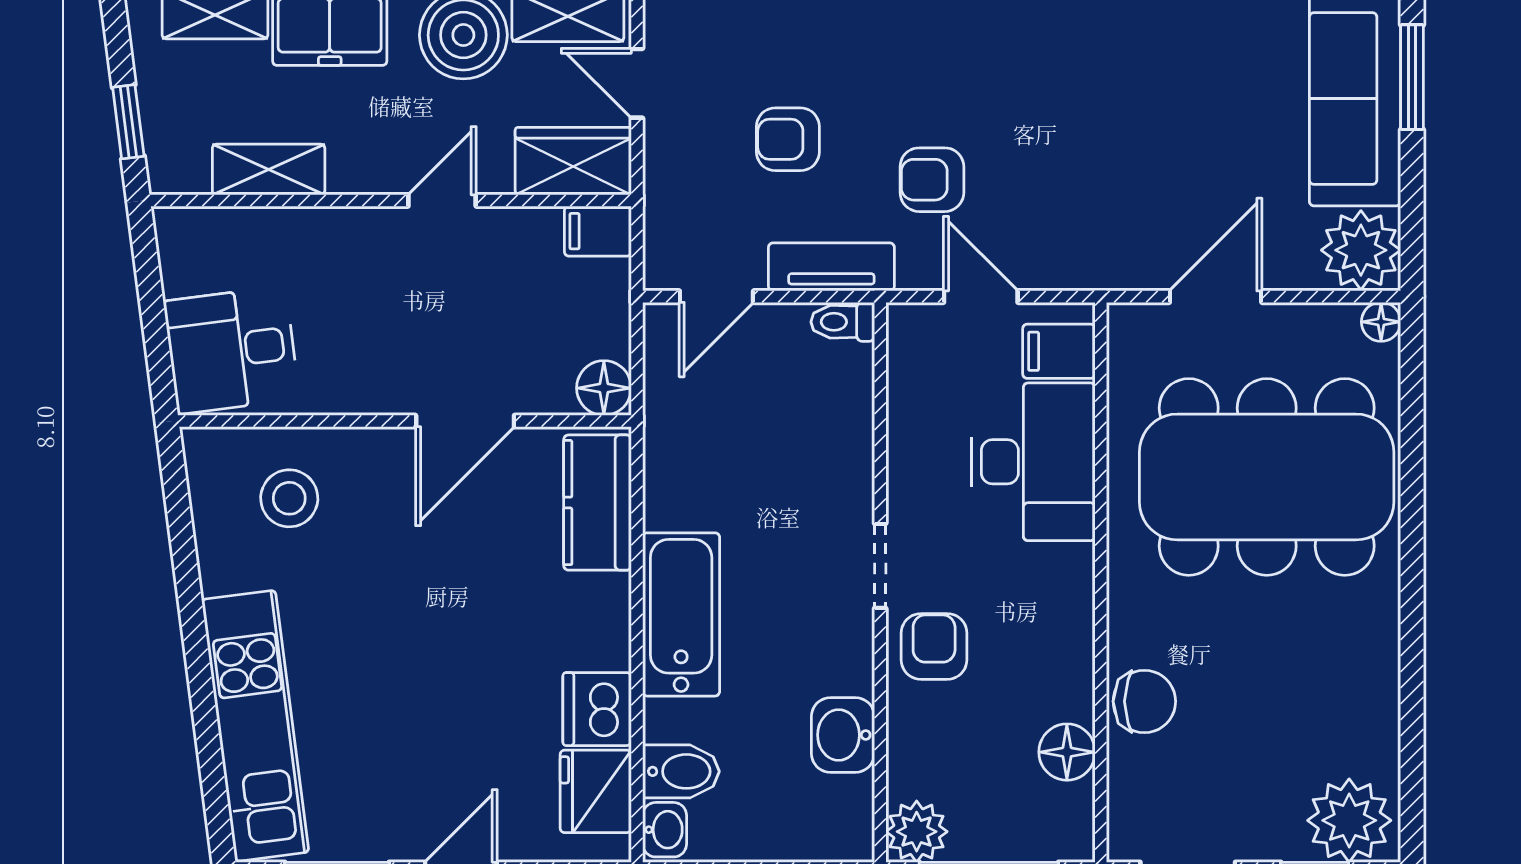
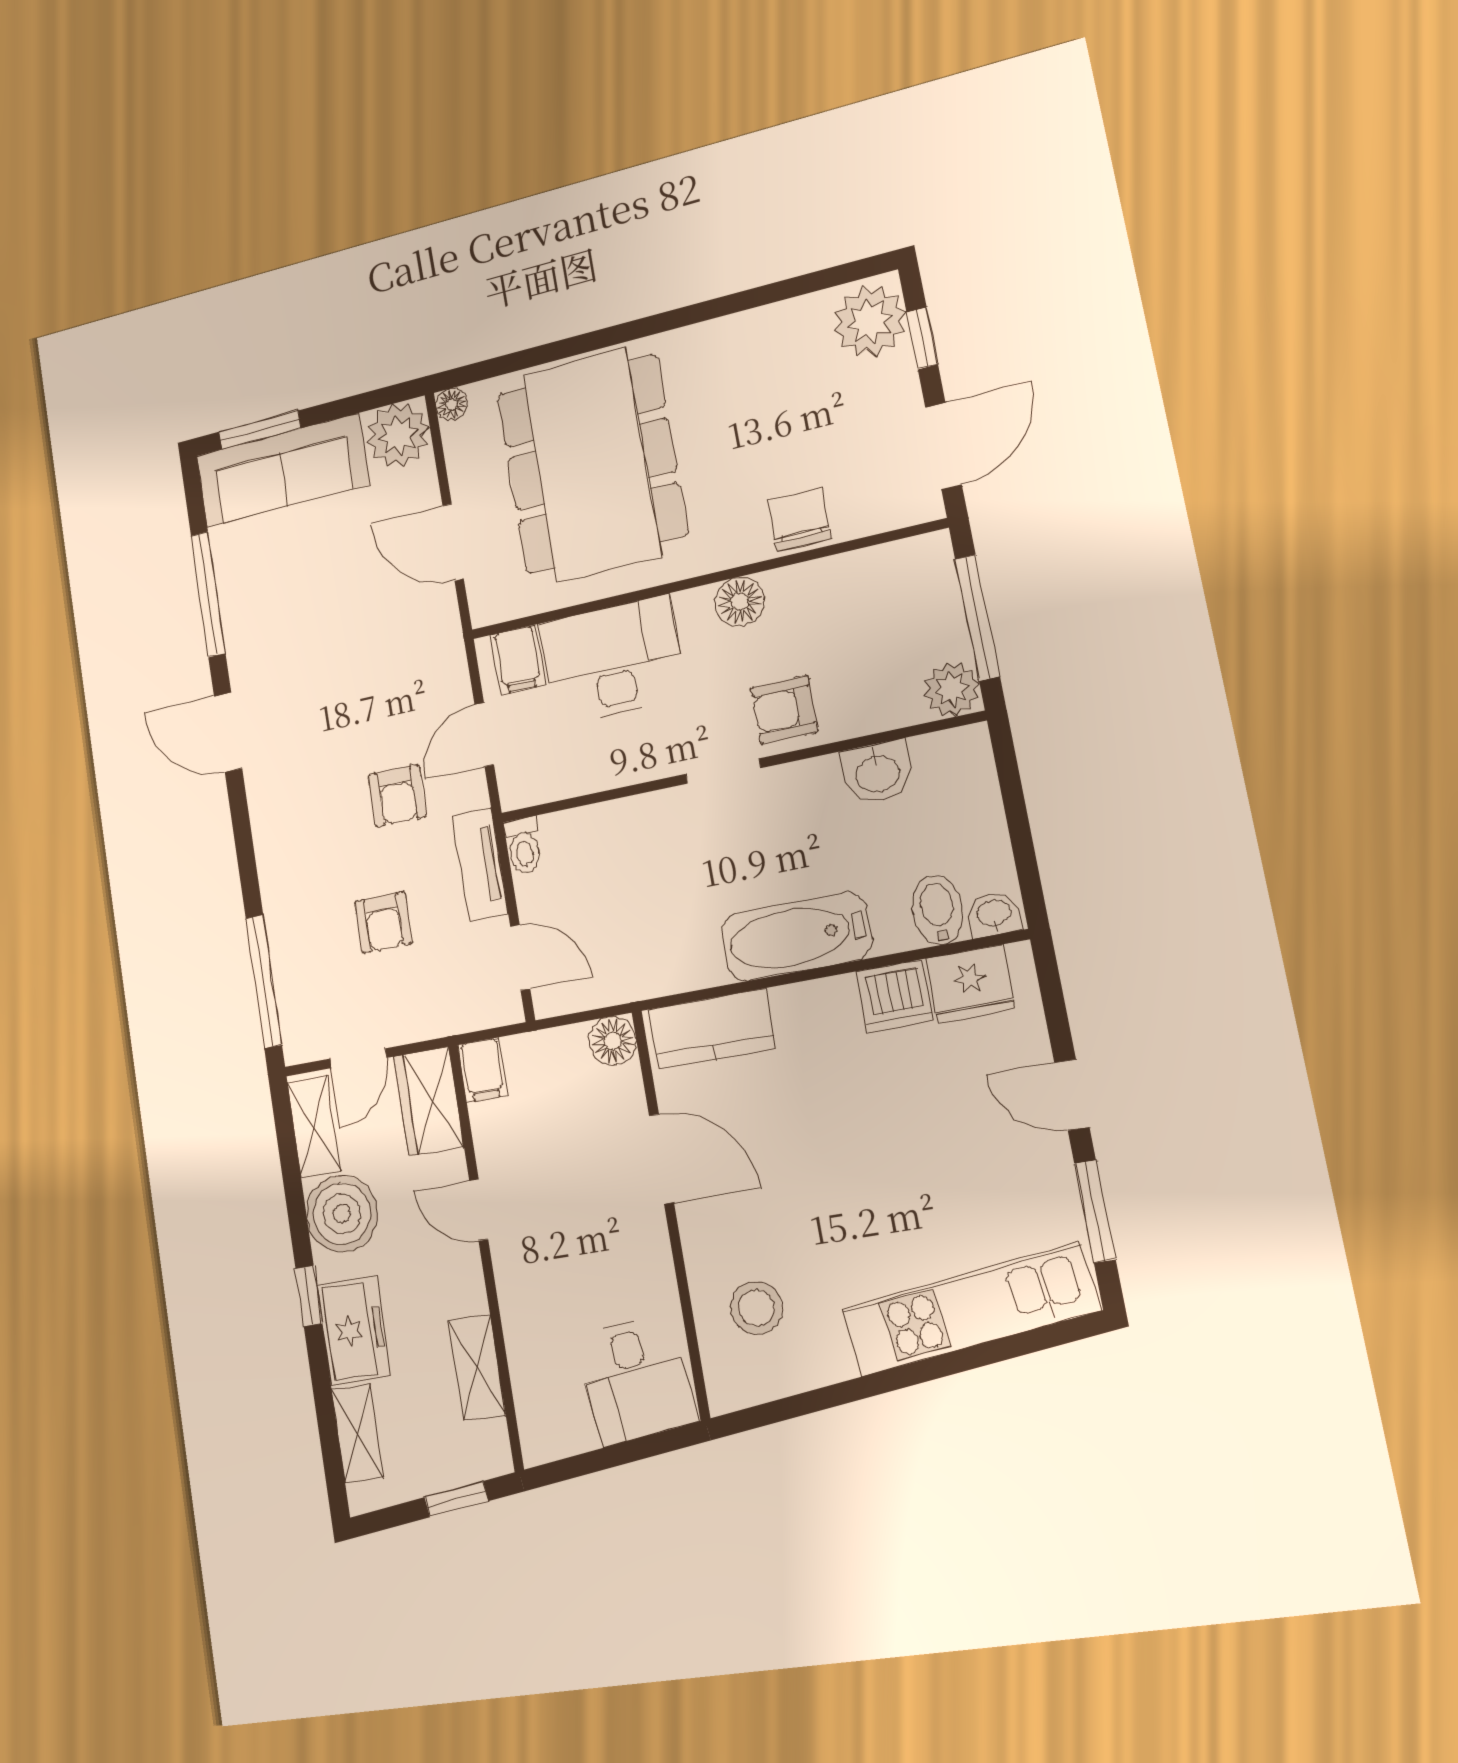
floor lamp: (1067, 752) -> (740, 601), moved

